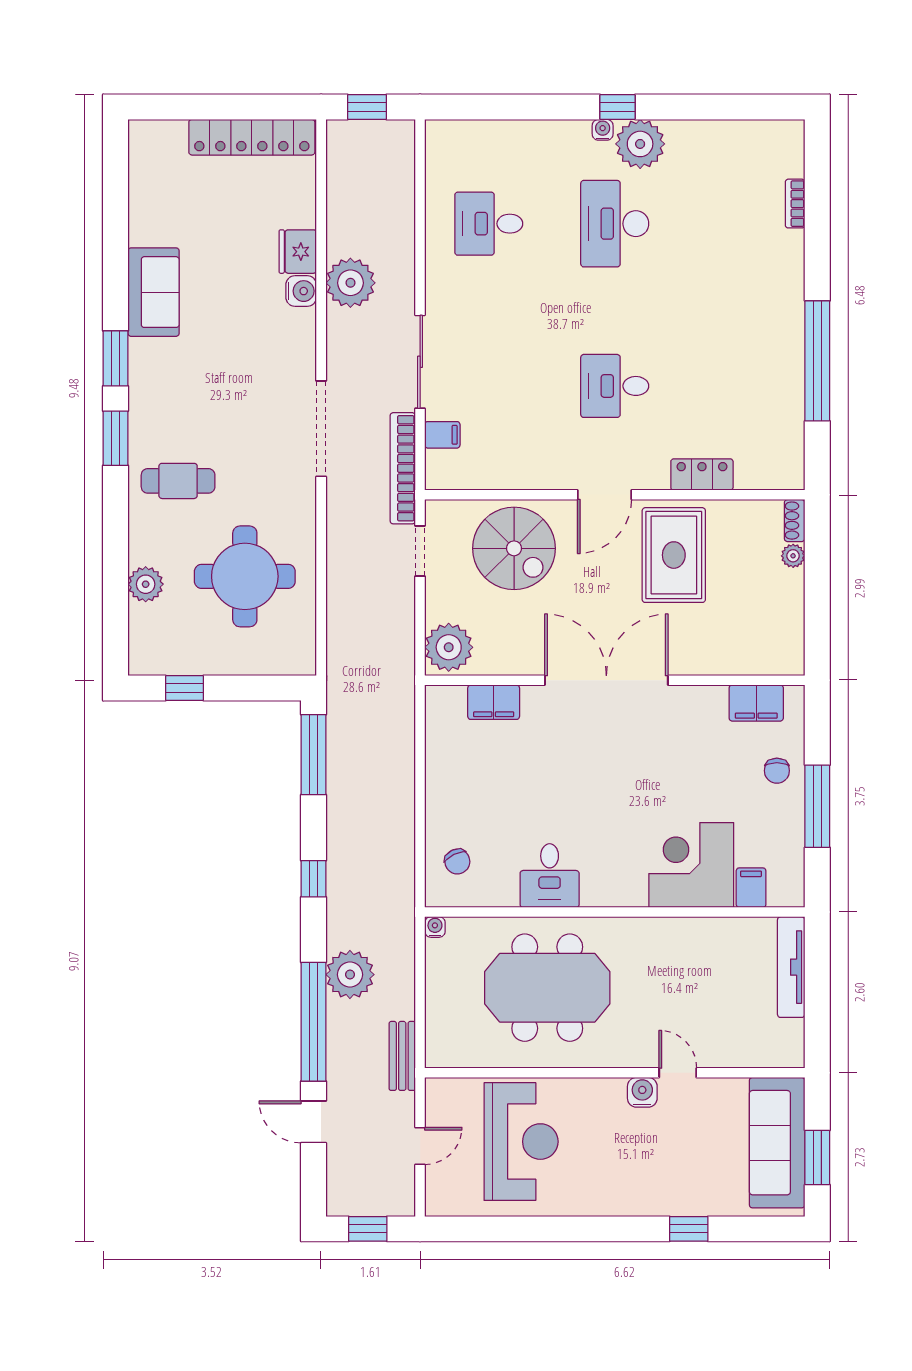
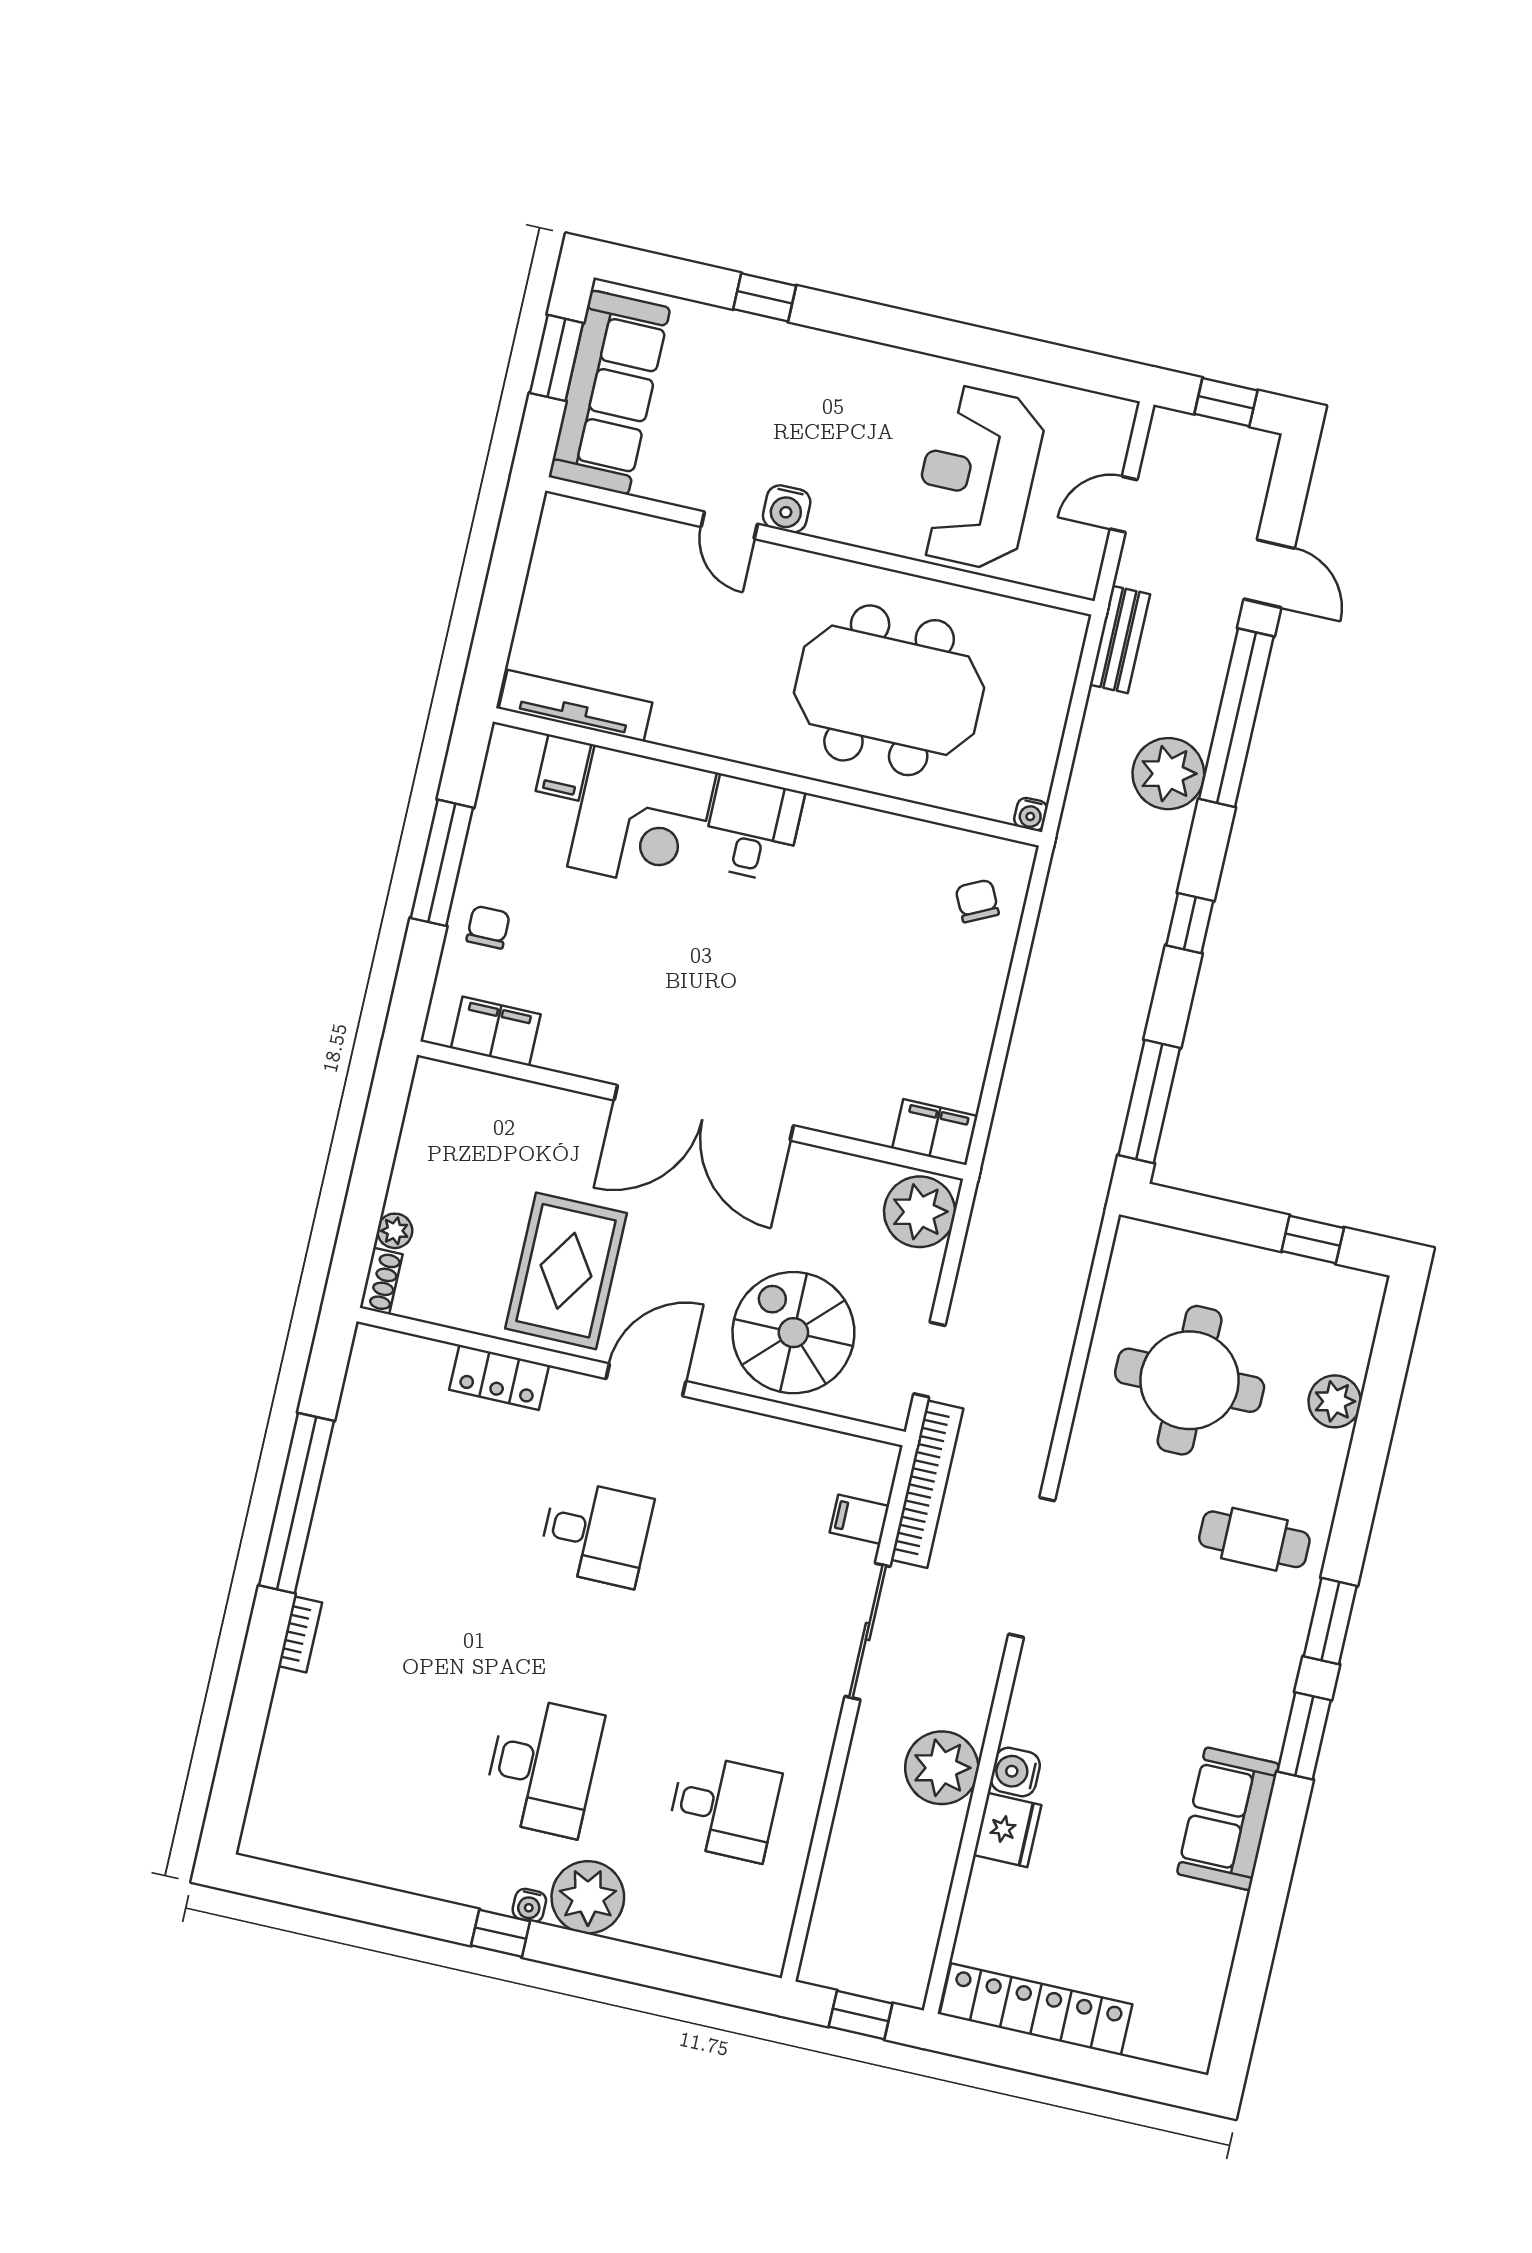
plant: (640, 144) -> (588, 1897), moved
bookcase: (795, 204) -> (300, 1634), moved
filing cabinet: (494, 702) -> (935, 1132), moved
desk: (550, 876) -> (753, 829), moved
tv unit: (791, 967) -> (576, 706), moved, turned -90

